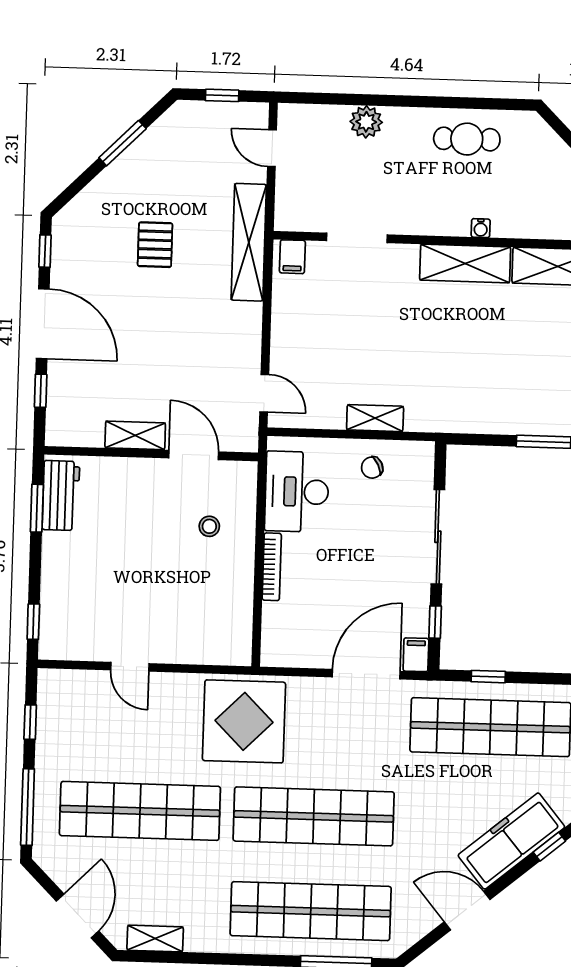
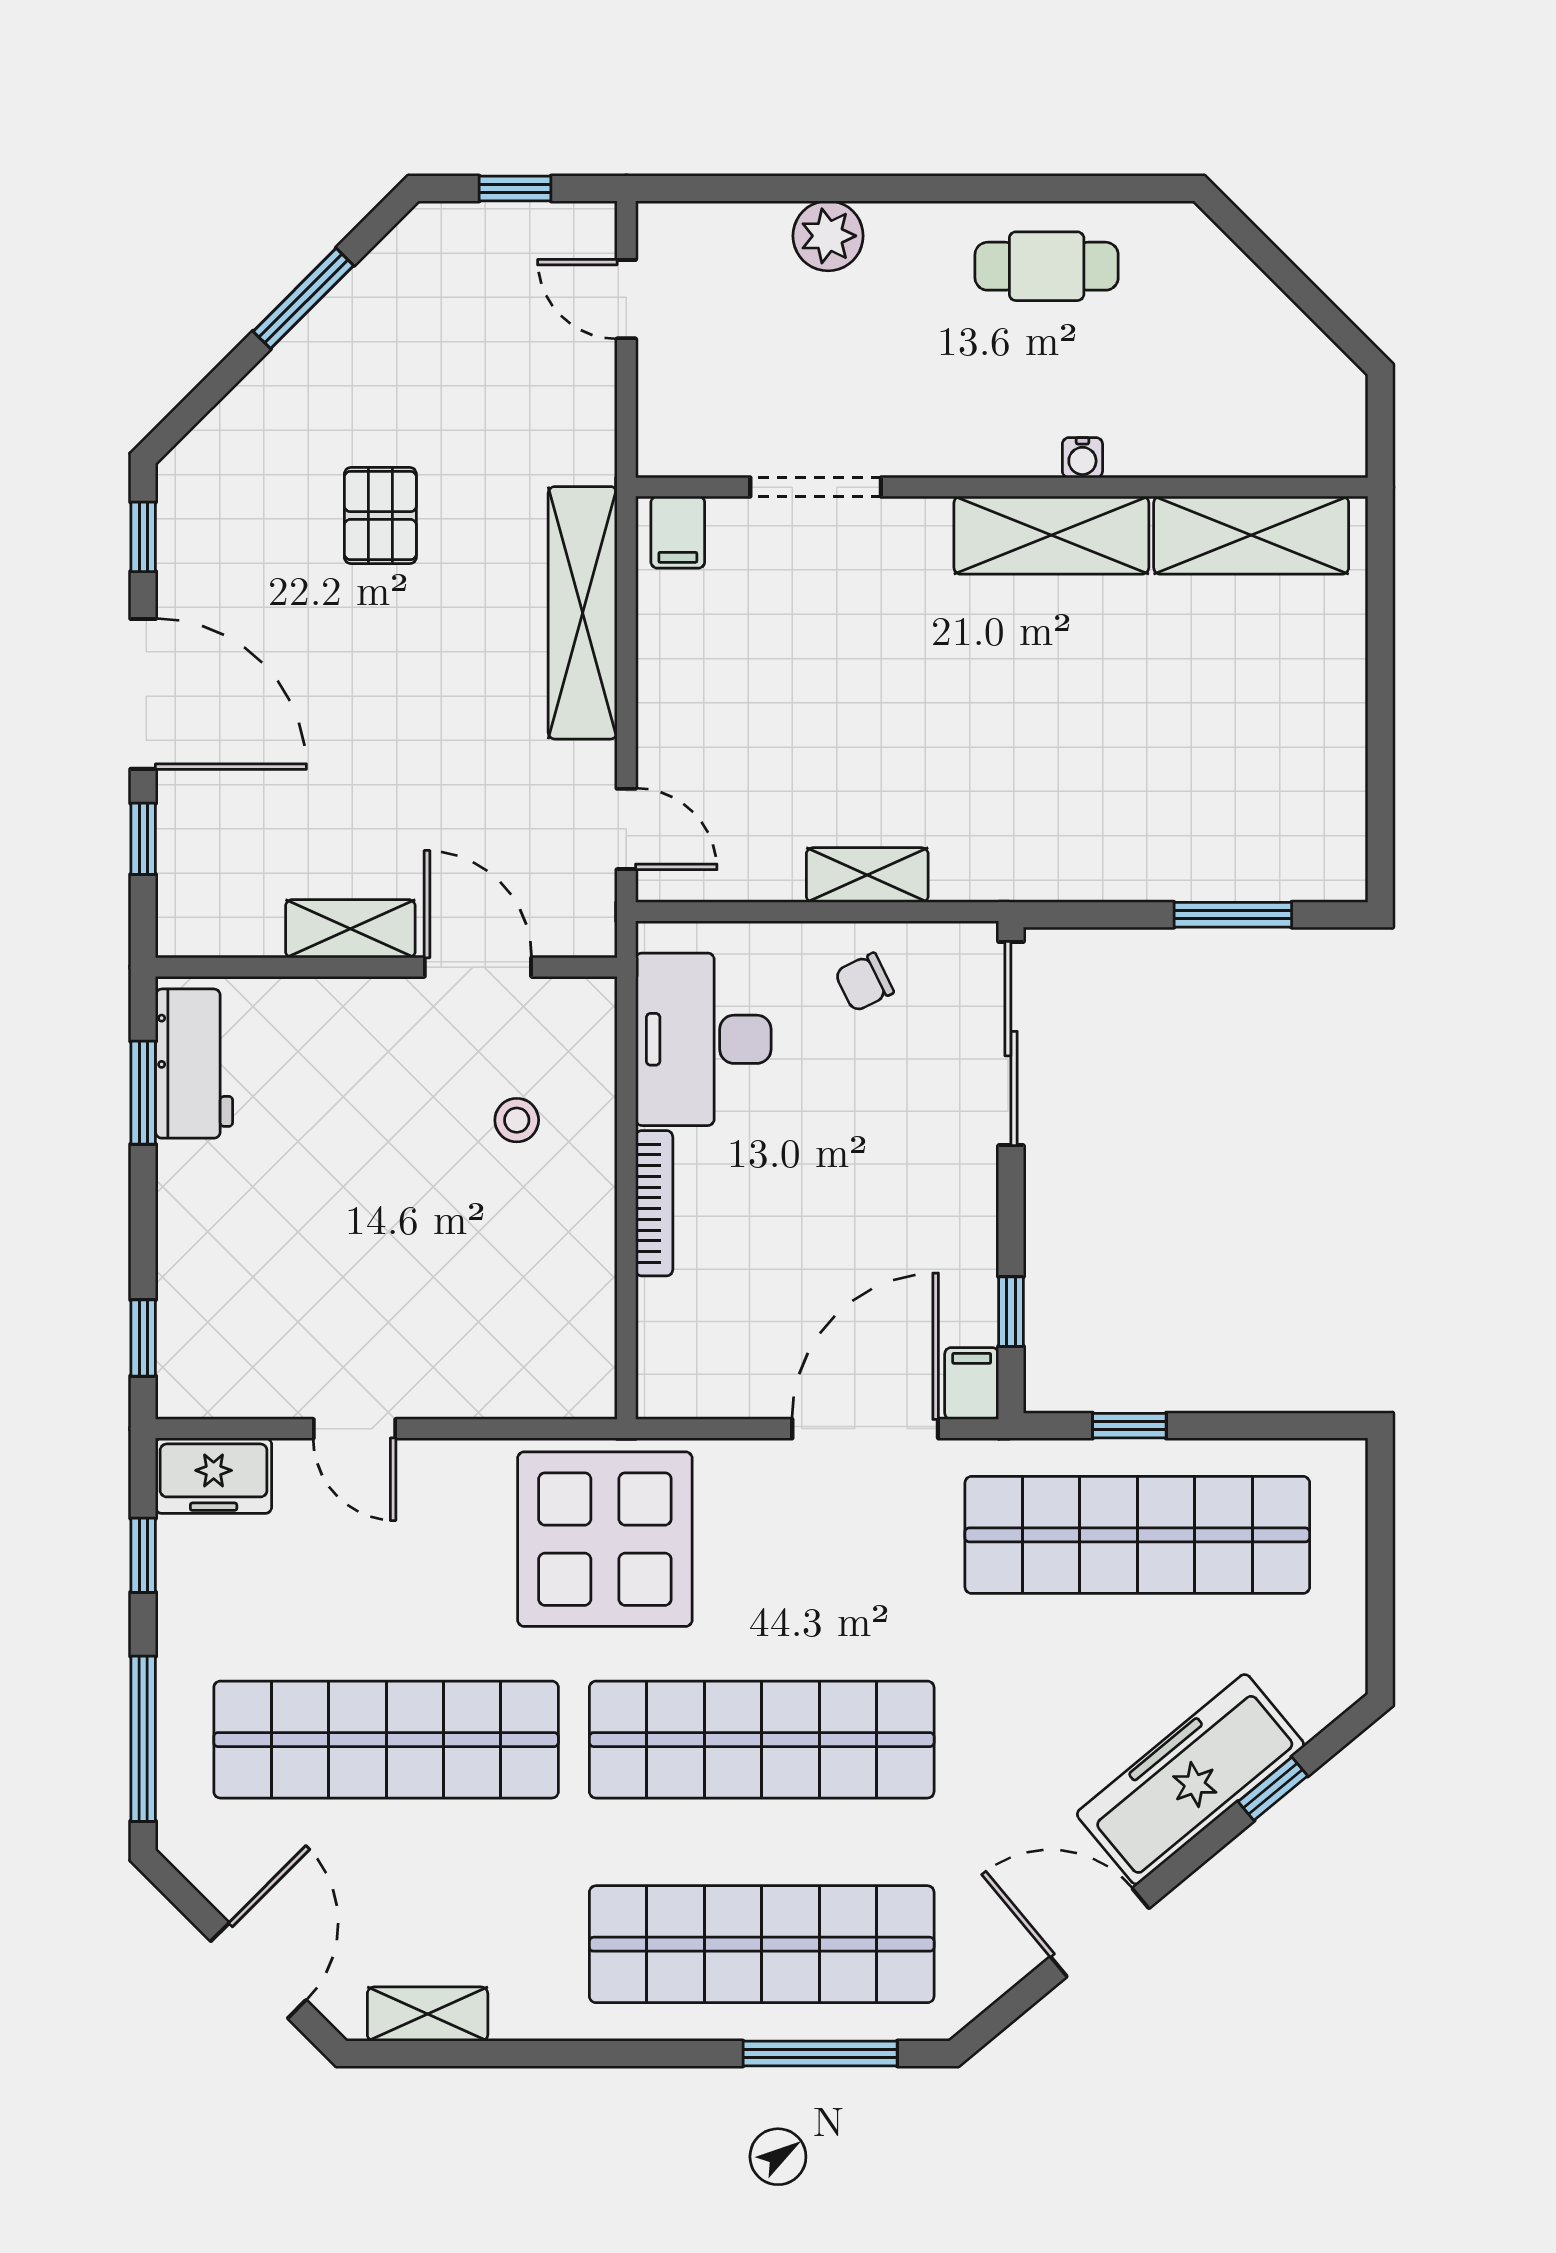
shelving: (249, 242) -> (583, 613), moved
sliding door: (438, 537) -> (1011, 1044), moved
freezer: (64, 686) -> (214, 1476), added

